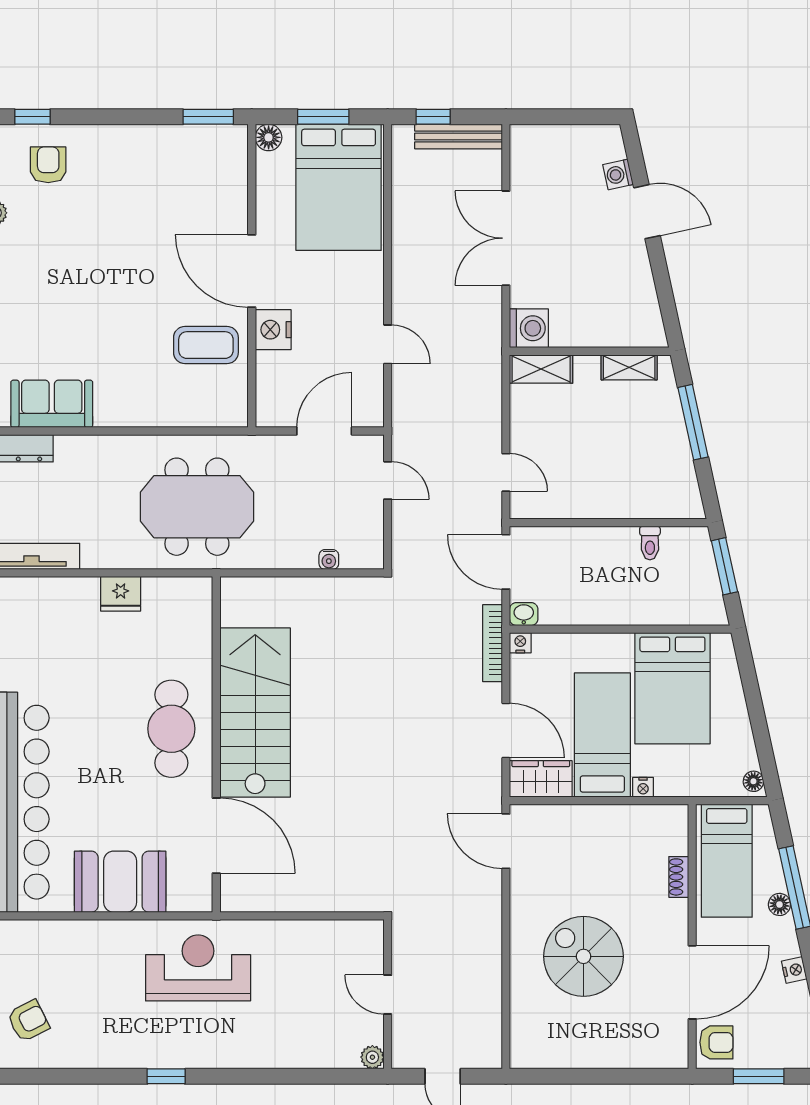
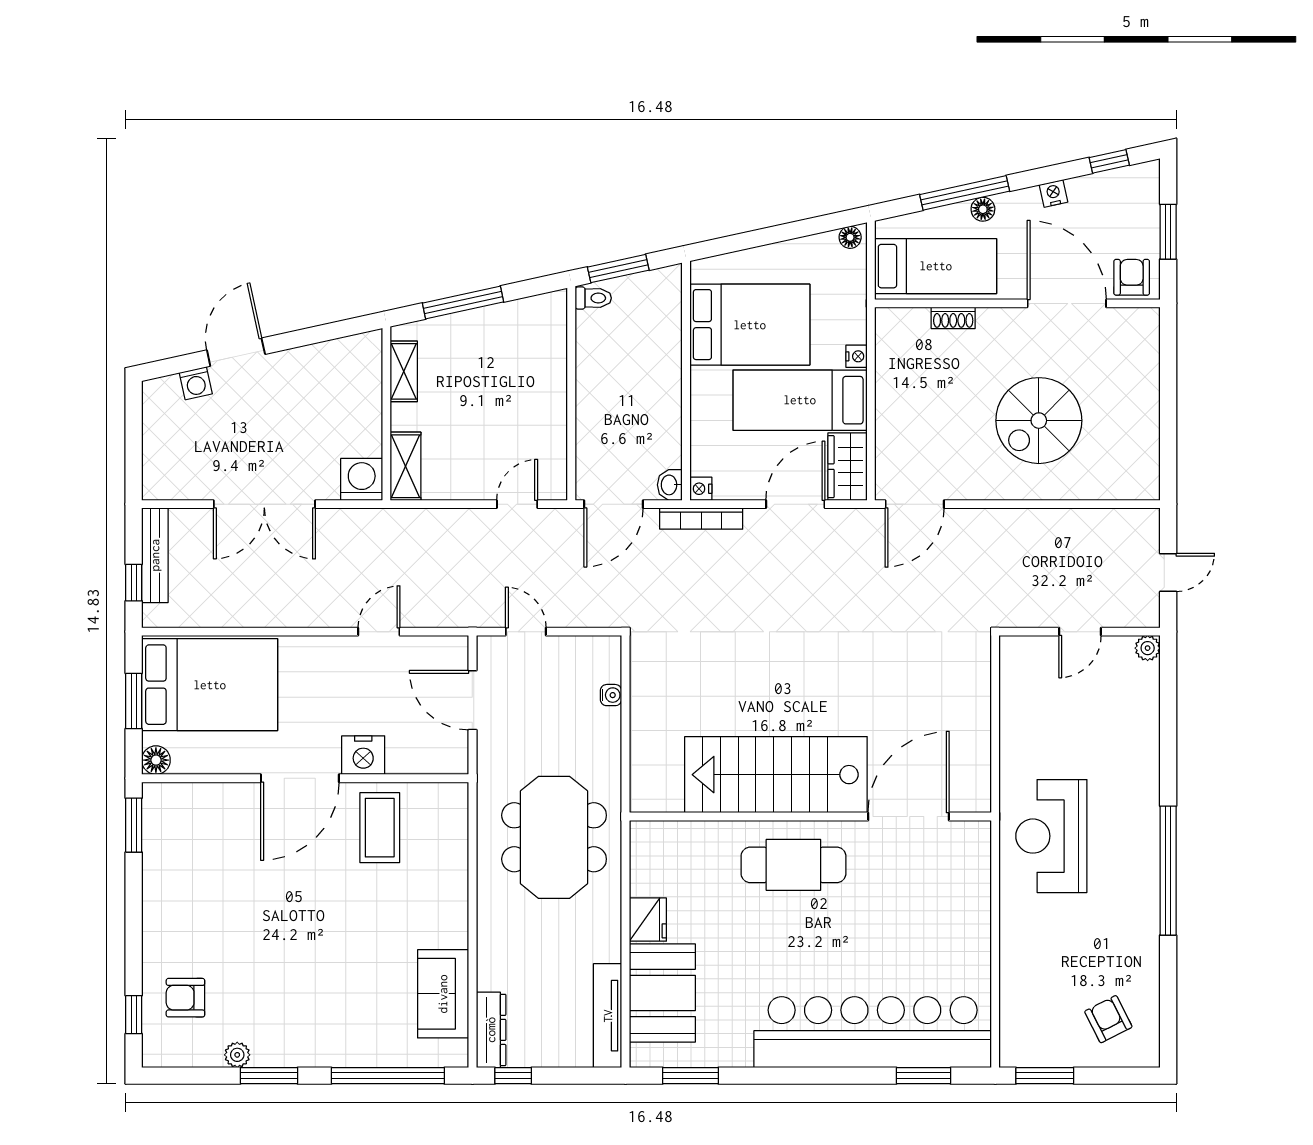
door: (388, 480) -> (526, 632), hinge flipped
toilet: (650, 543) -> (593, 298), moved
booth: (120, 882) -> (662, 993), moved
window: (166, 1076) -> (1168, 871), width x3.17

